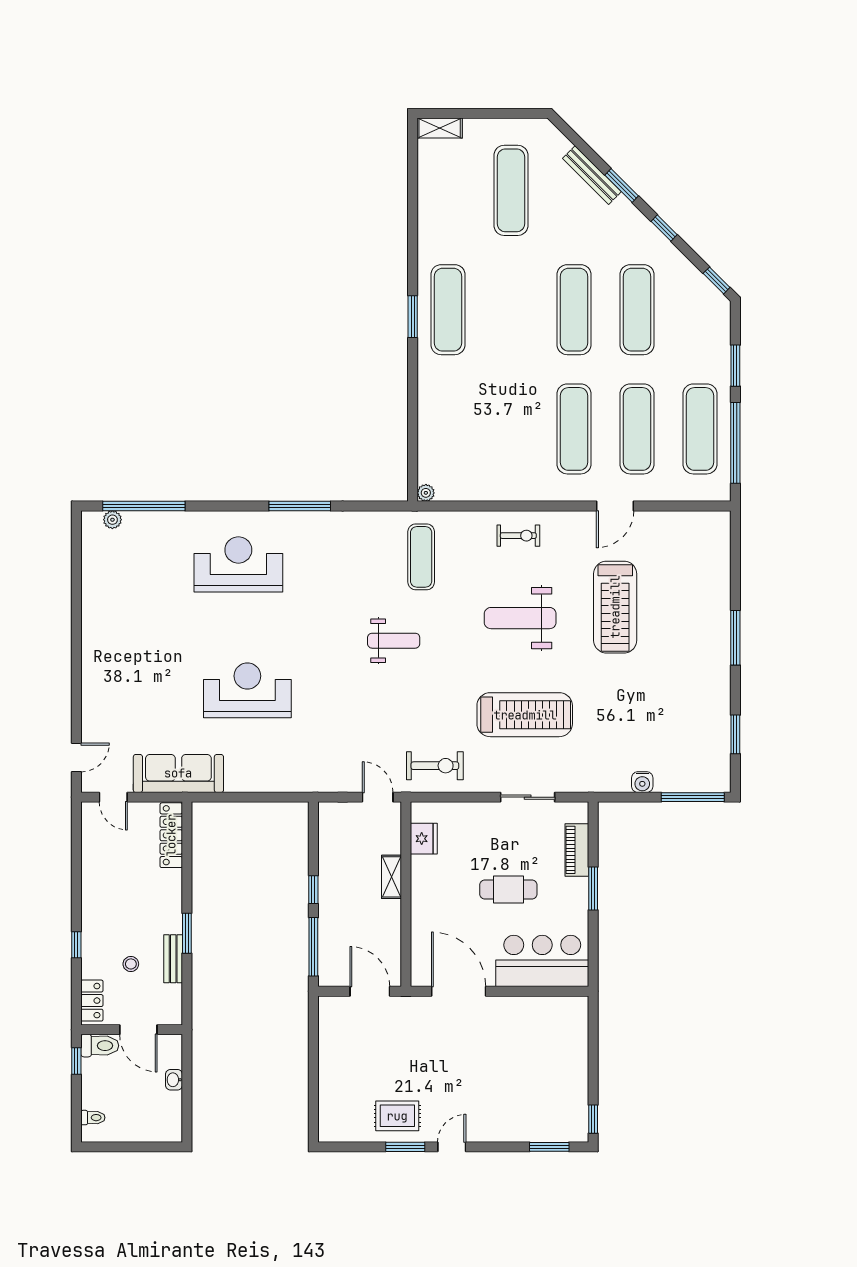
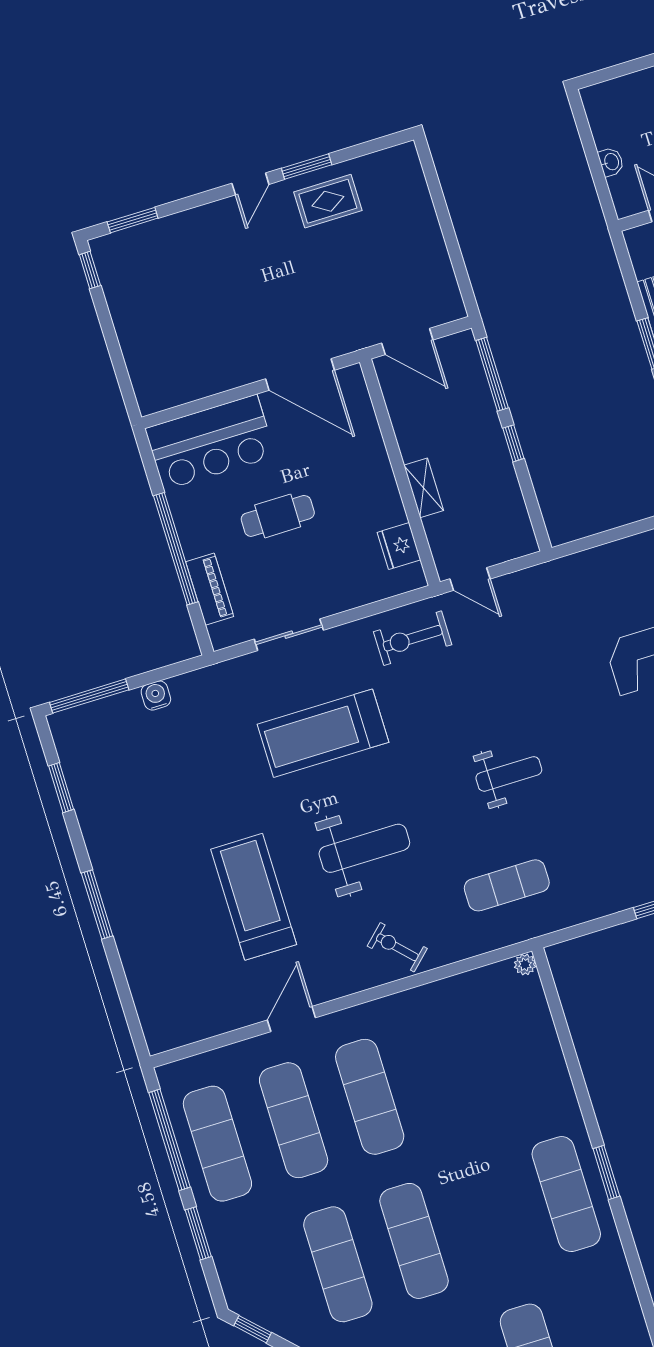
exercise bike: (518, 536) -> (397, 947), turned 46
exercise mat: (421, 557) -> (507, 885), turned 90
weight bench: (394, 641) -> (509, 774), turned 180
window: (593, 888) -> (176, 549), width x2.11

